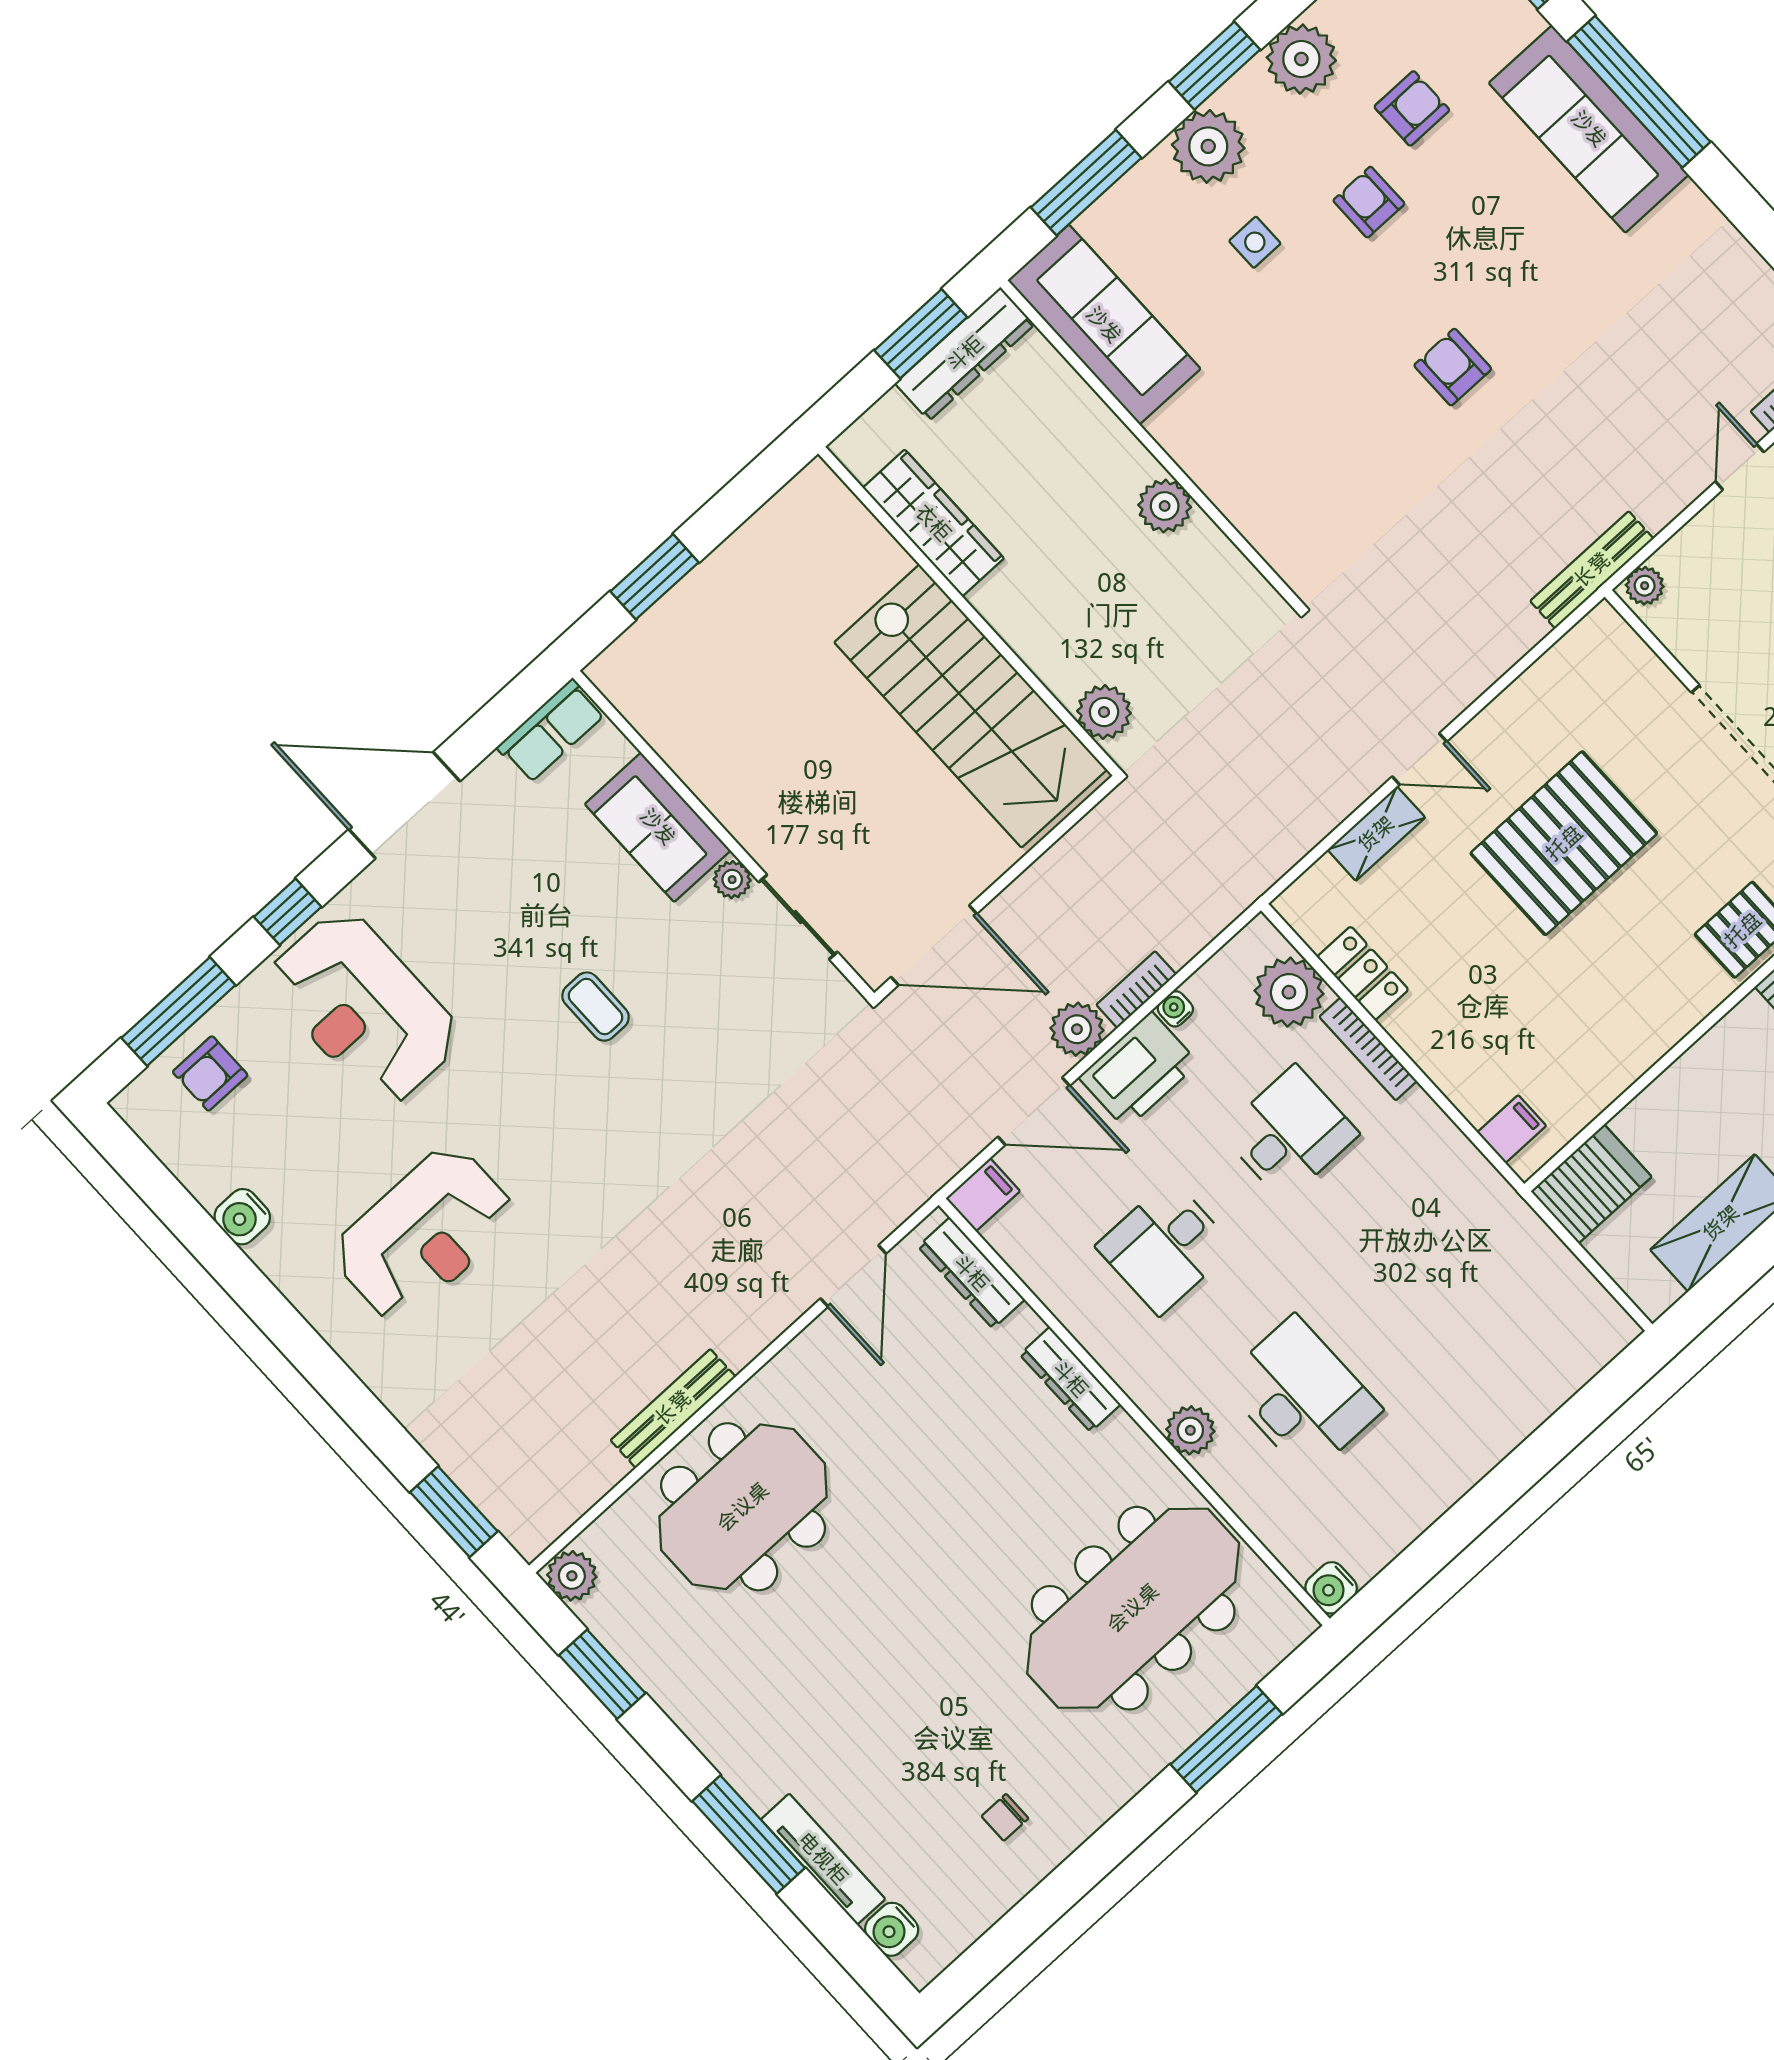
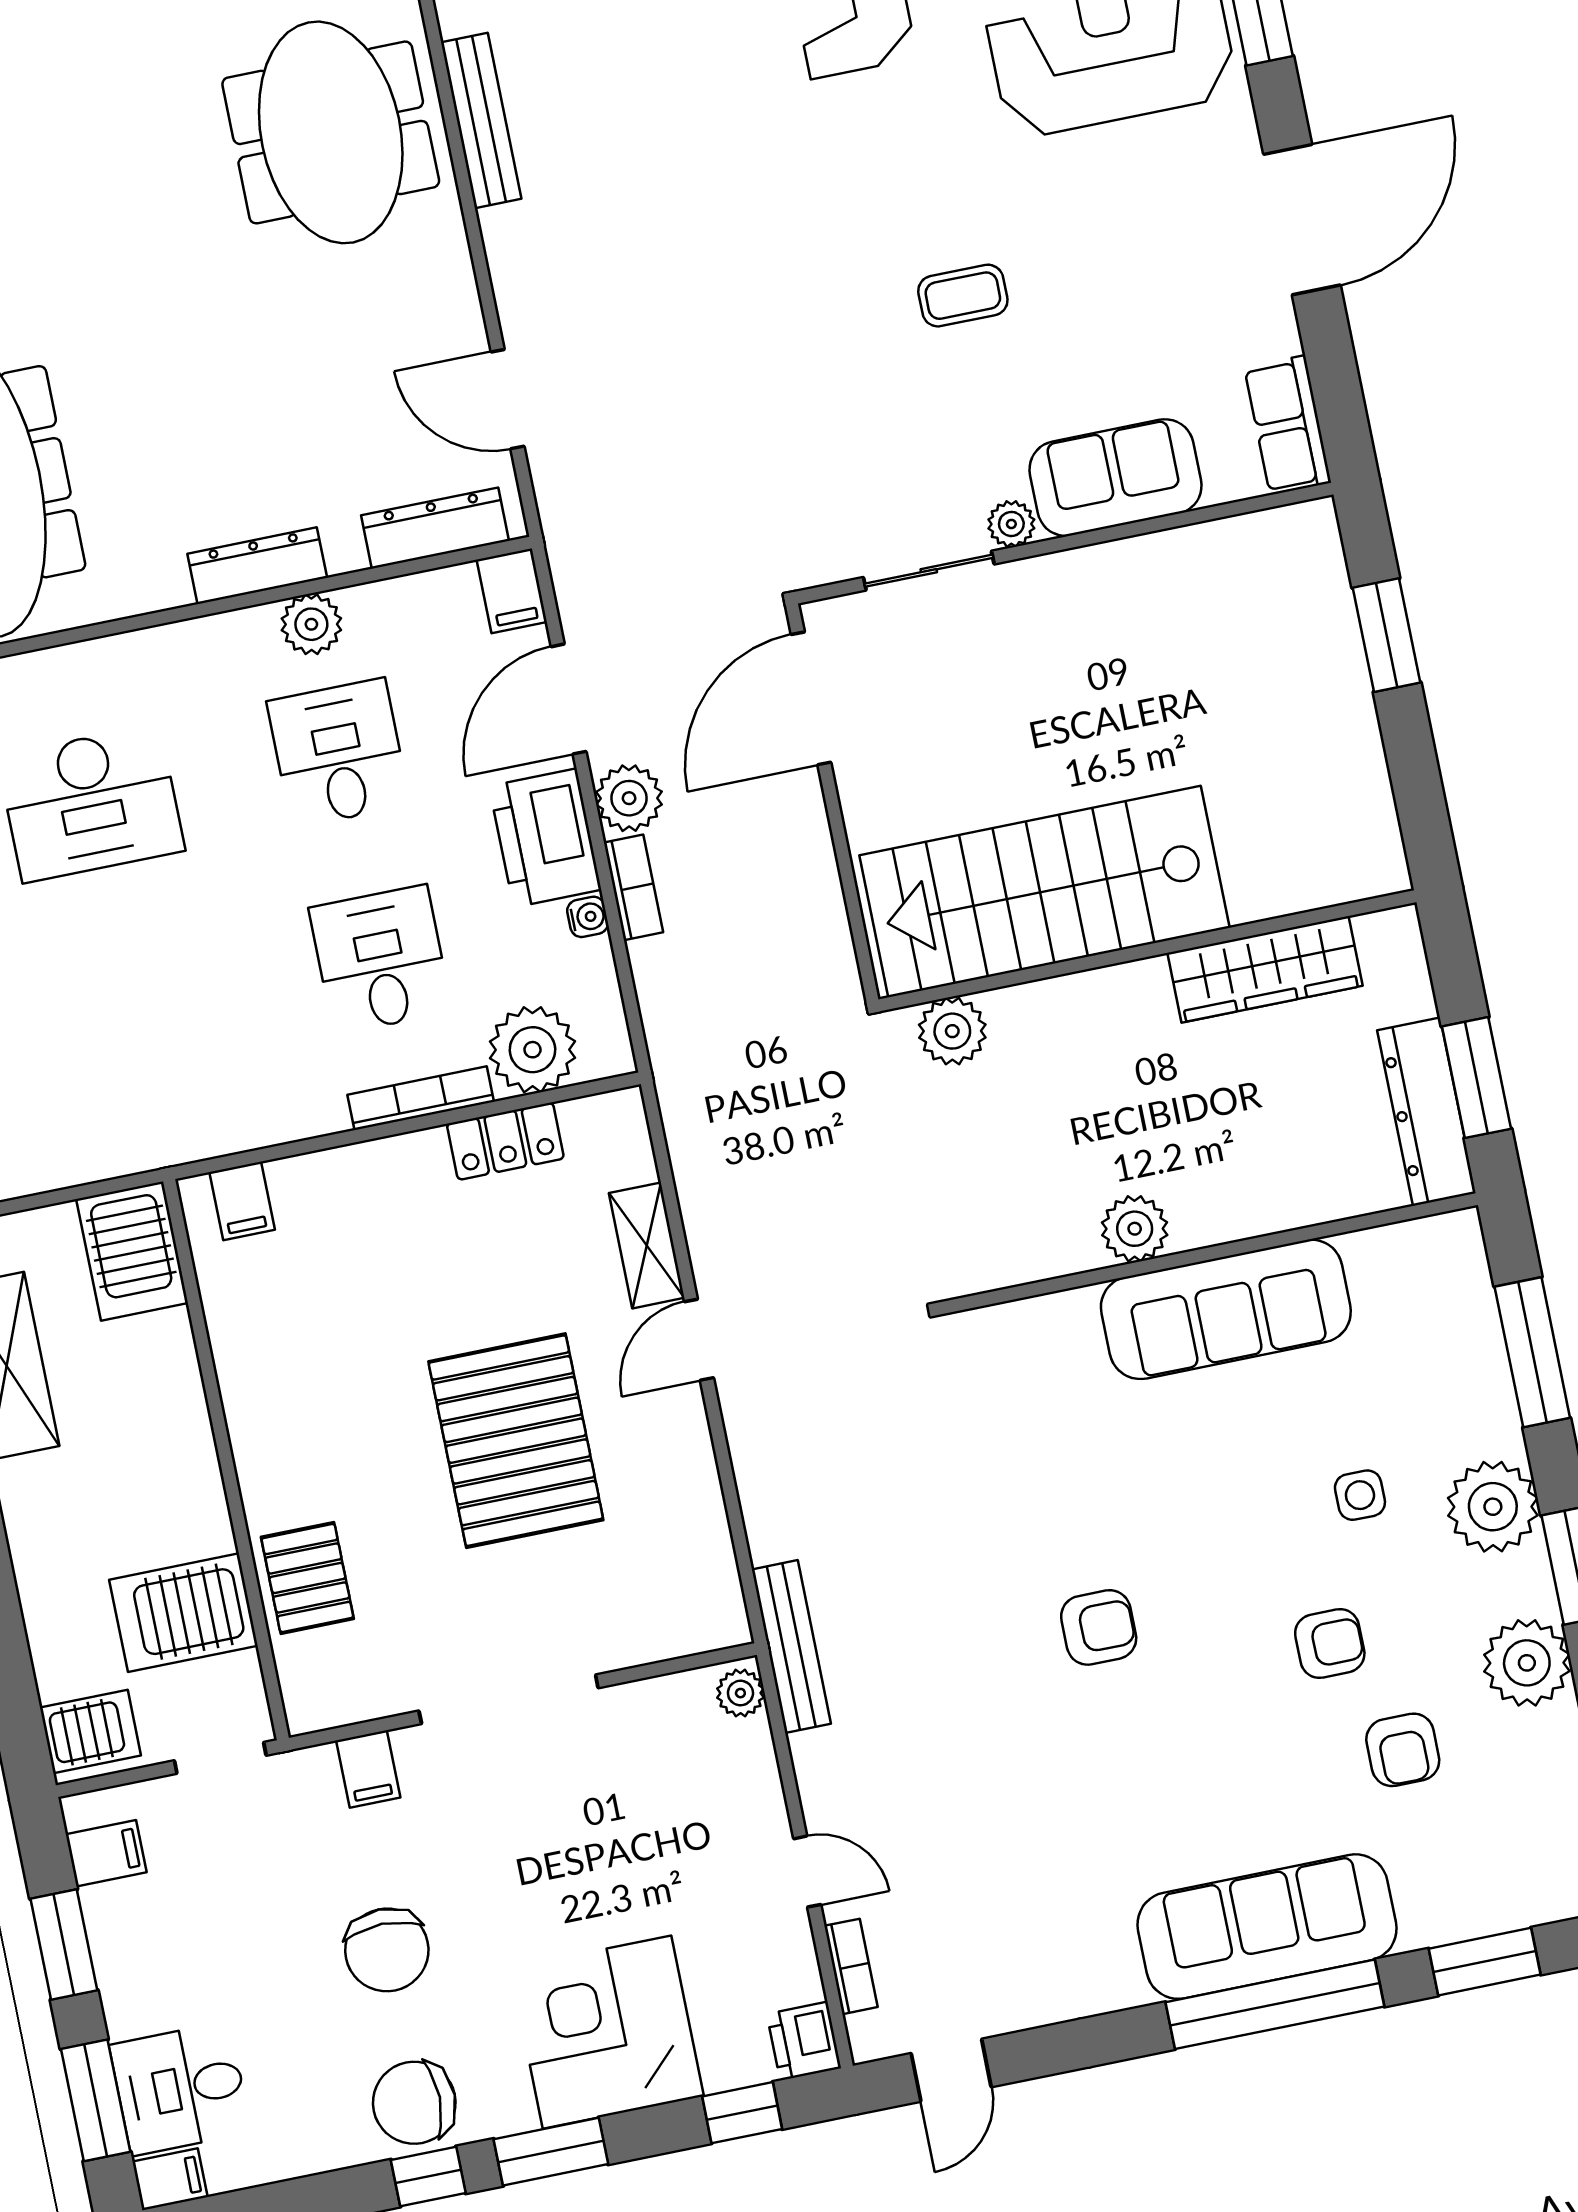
sofa: (1104, 325) -> (1226, 1309), moved
desk: (1290, 1133) -> (380, 960), turned 180
plant: (1190, 1430) -> (311, 624), moved

